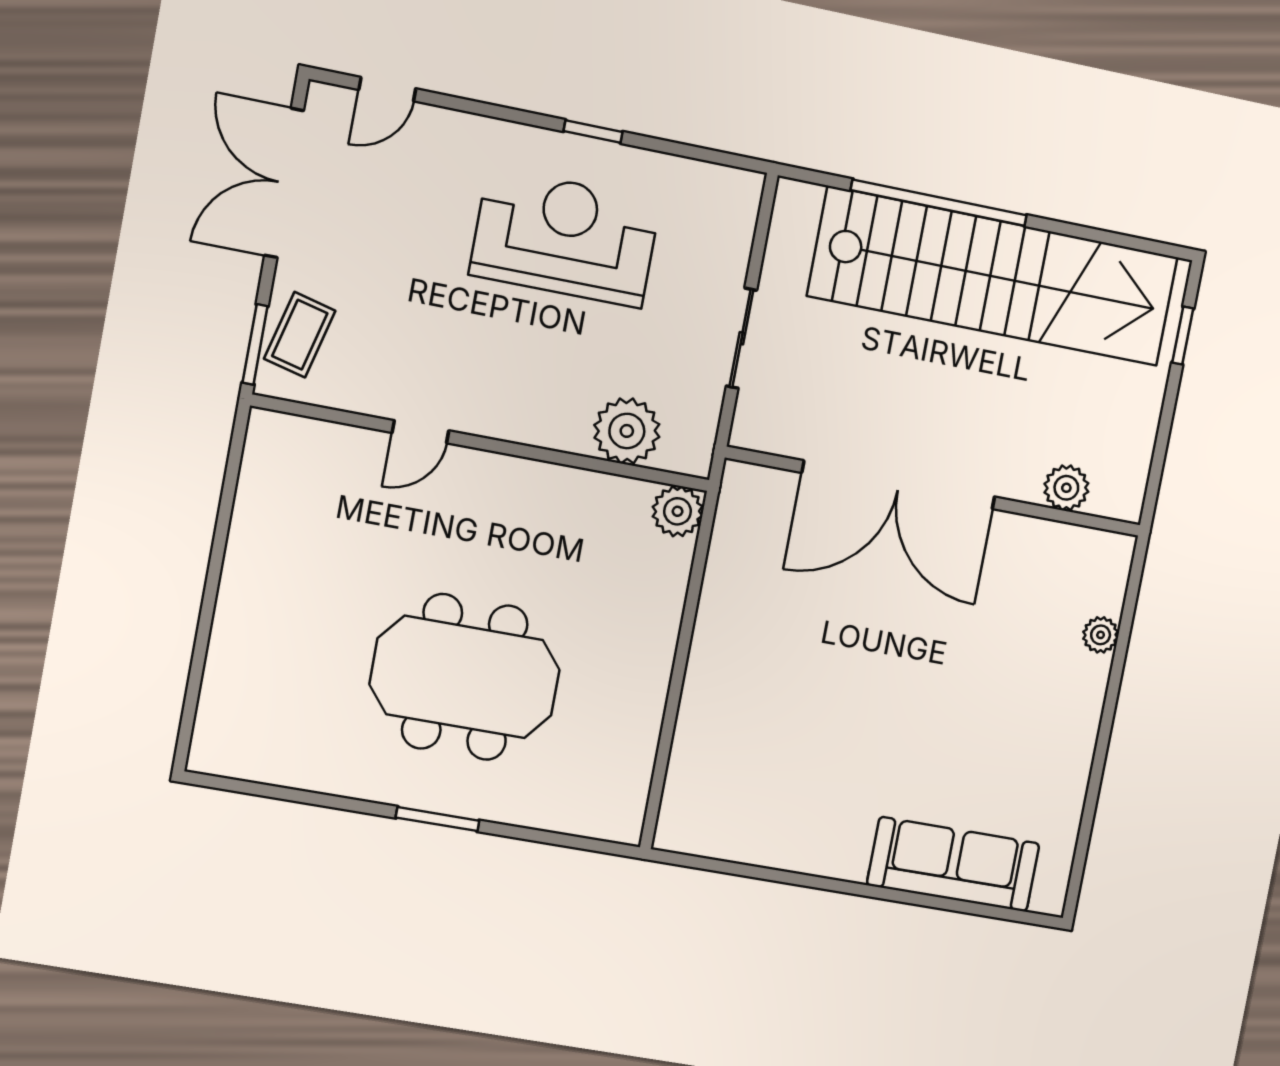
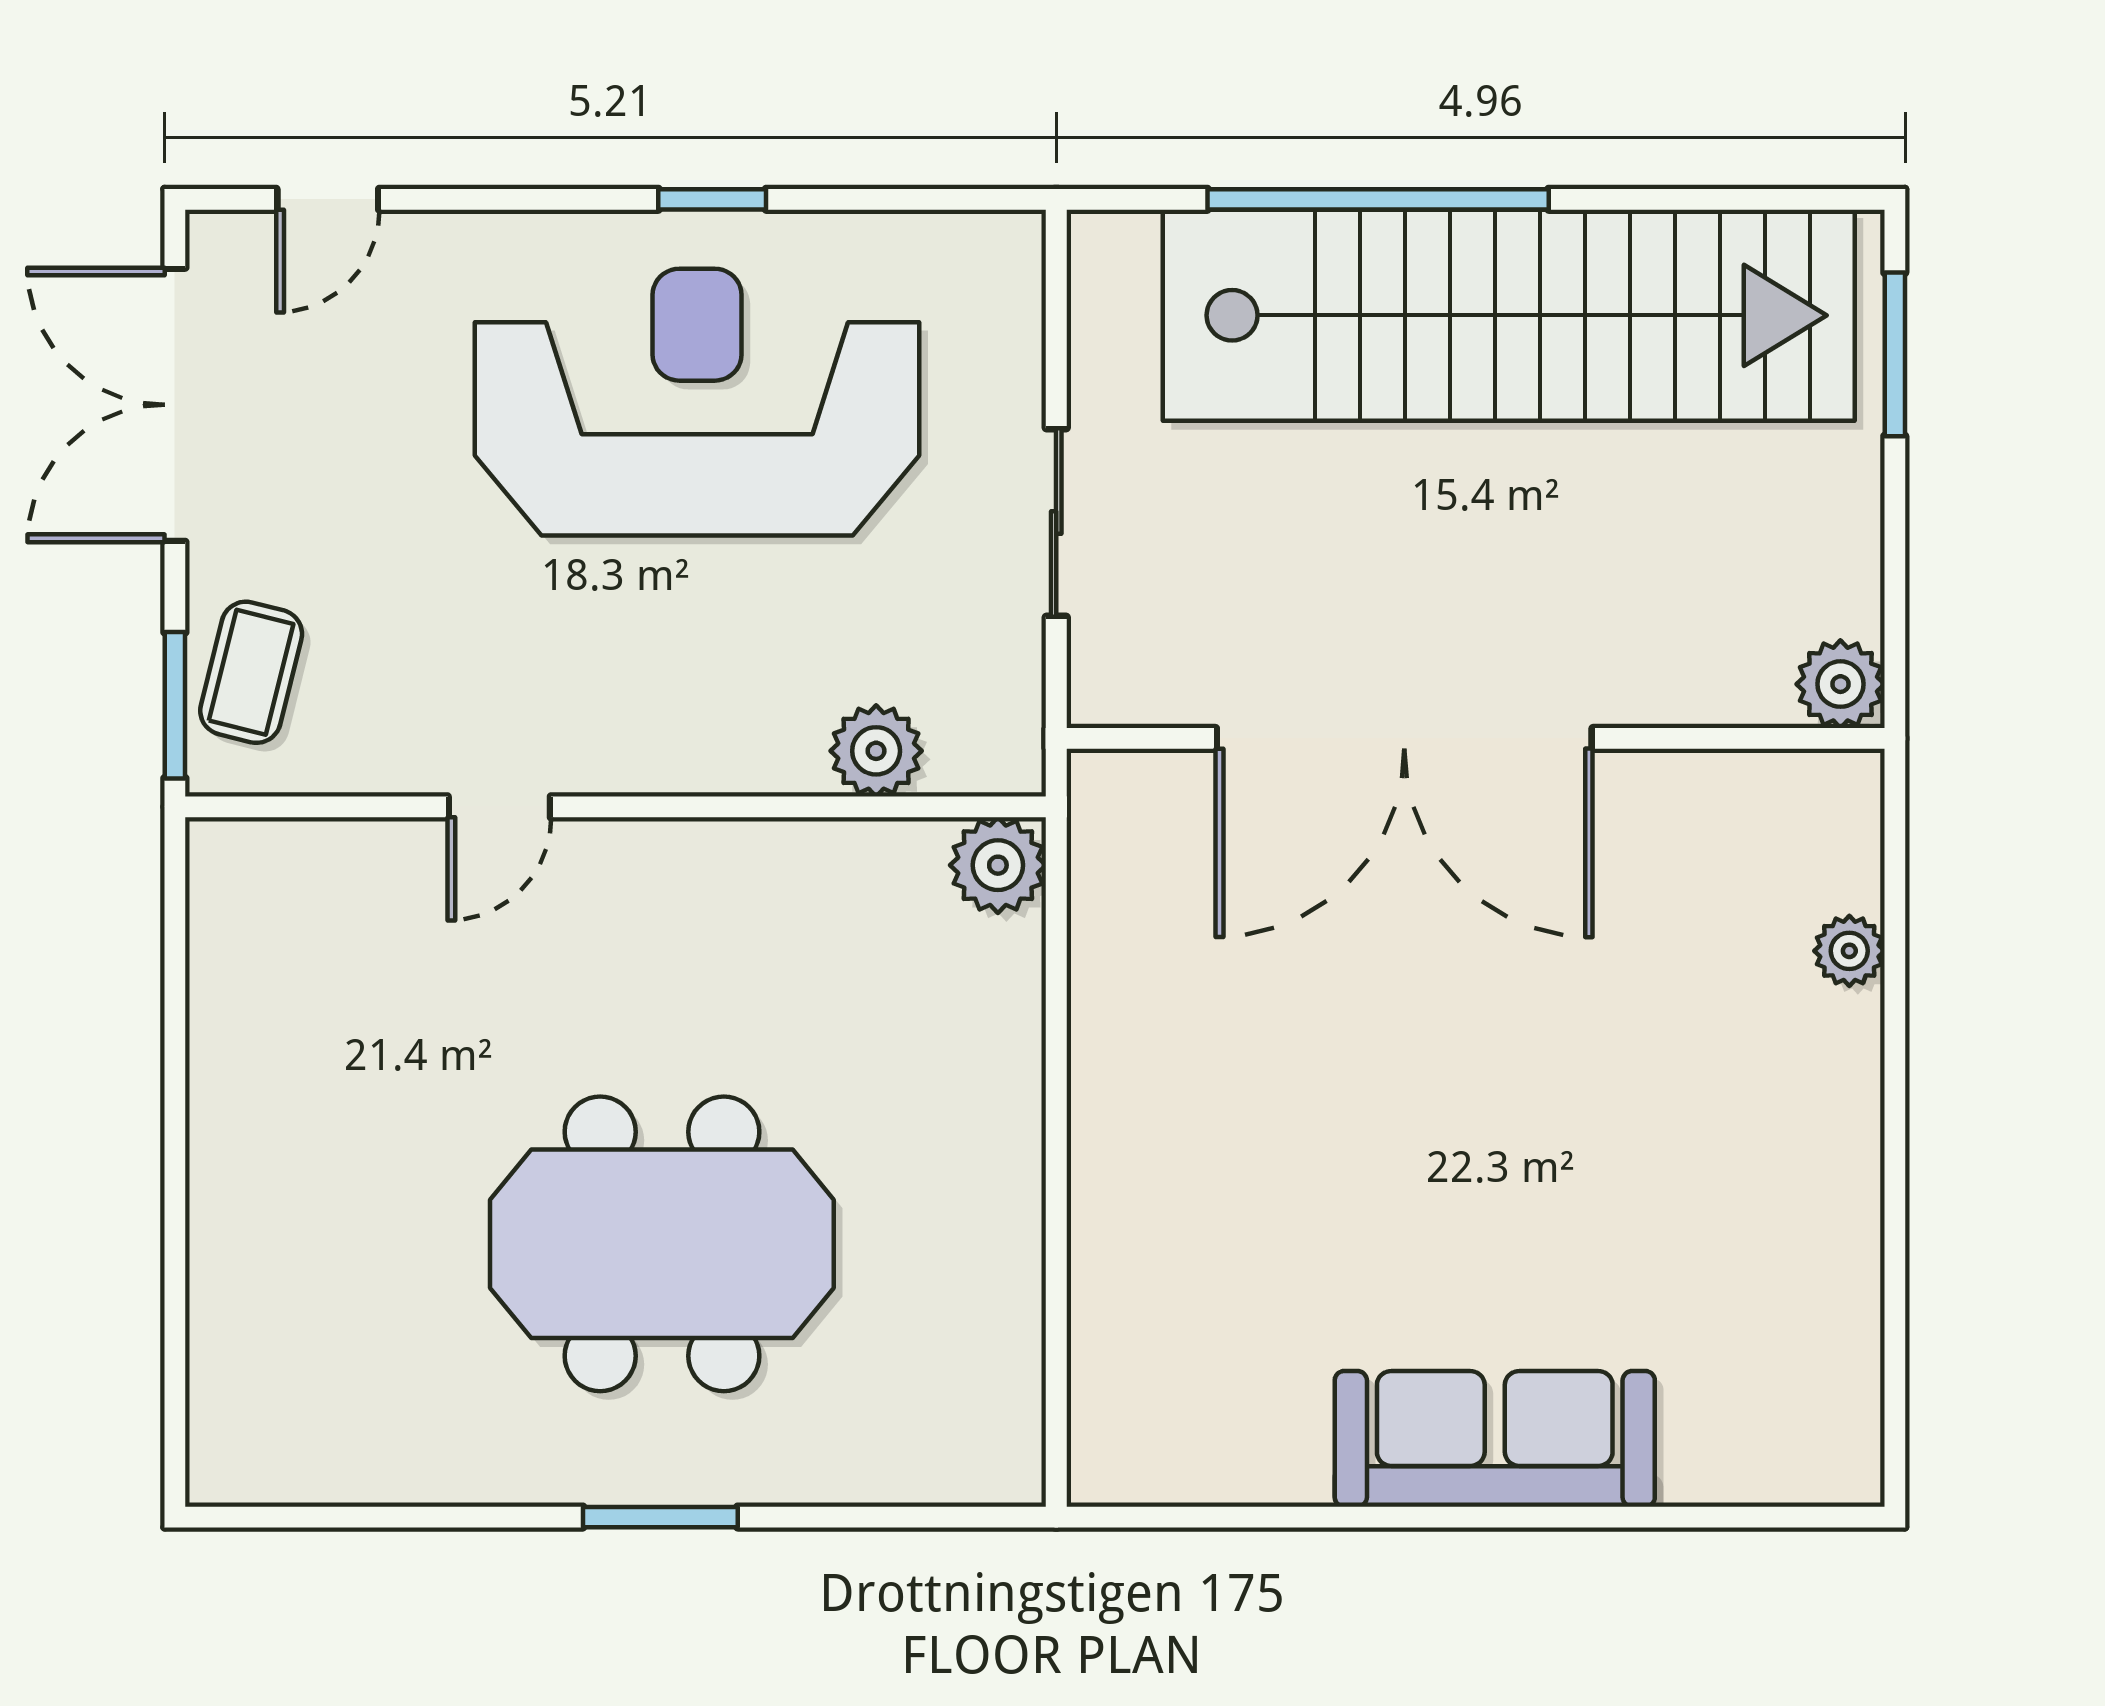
reception desk: (565, 238) -> (697, 402), width x1.36, depth x1.30
window: (1183, 336) -> (1895, 354), width x1.50
plant: (627, 431) -> (876, 751), width x0.73, depth x0.73
plant: (1066, 488) -> (1840, 684), moved
sofa: (953, 864) -> (1495, 1439), moved

